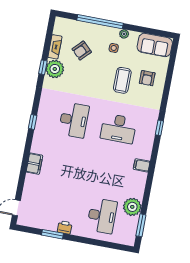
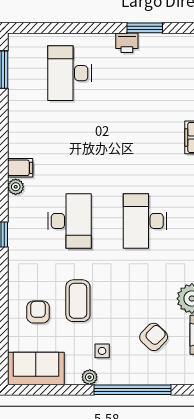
desk: (118, 128) -> (70, 221), turned 90
plant: (132, 207) -> (16, 187), moved, width x0.53, depth x0.53

